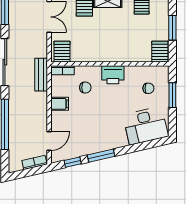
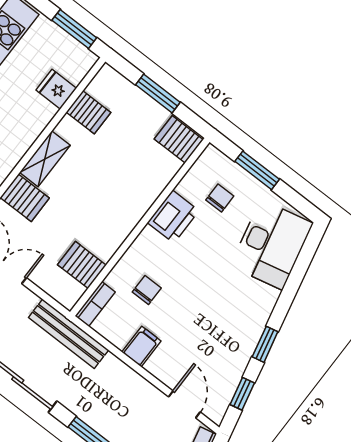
server rack: (62, 52) -> (82, 265), moved
bench: (41, 75) -> (69, 334), width x1.36
printer: (113, 75) -> (173, 217), moved
window: (101, 156) -> (265, 344), width x0.67

